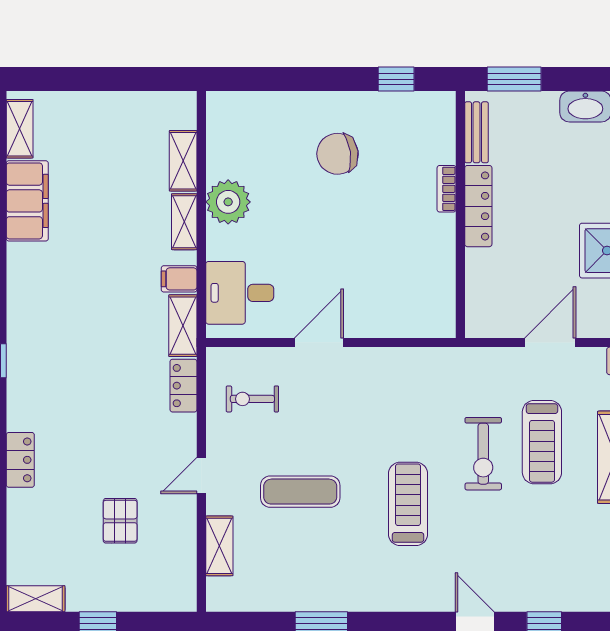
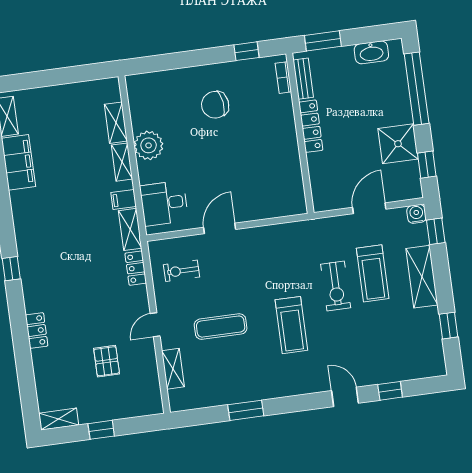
bookcase: (447, 189) -> (283, 78), moved
treadmill: (408, 504) -> (291, 325), turned 180

